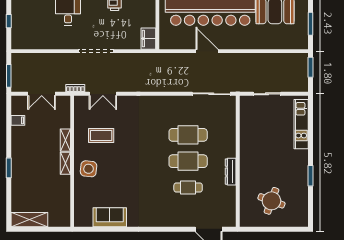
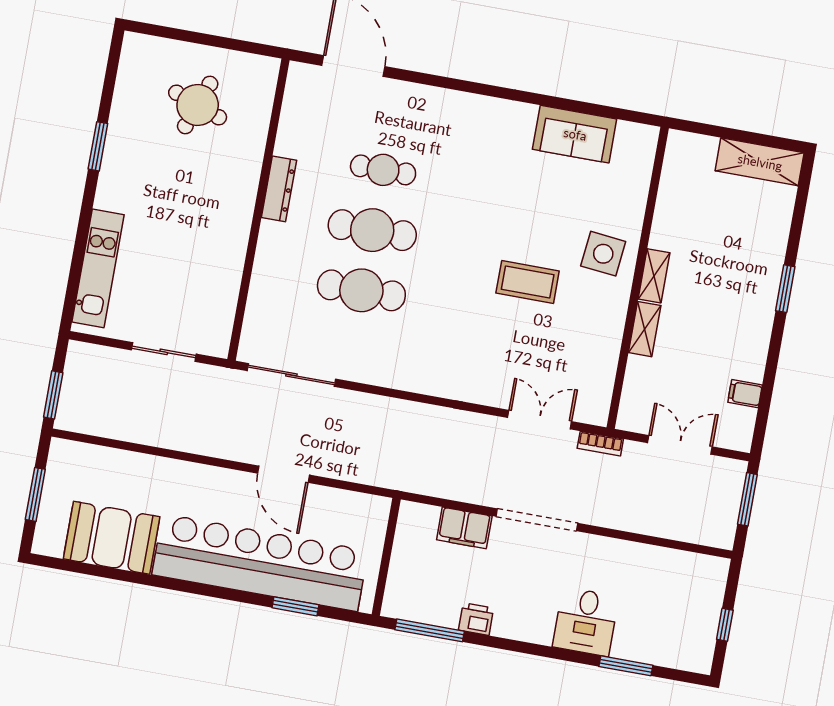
filing cabinet: (148, 39) -> (464, 528), moved, turned 90
coffee table: (101, 135) -> (528, 282), moved

